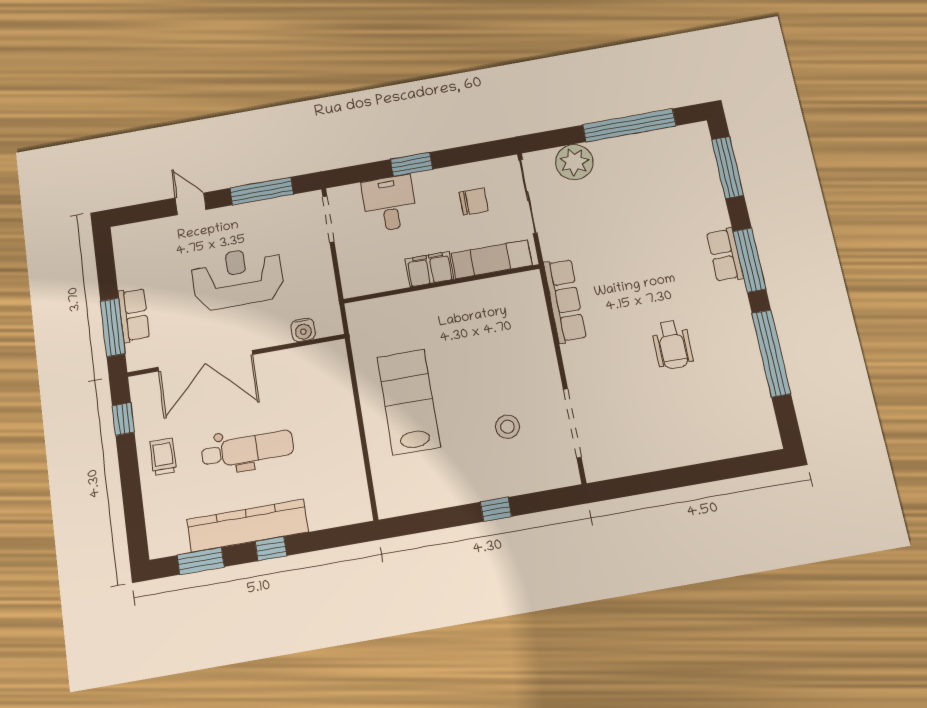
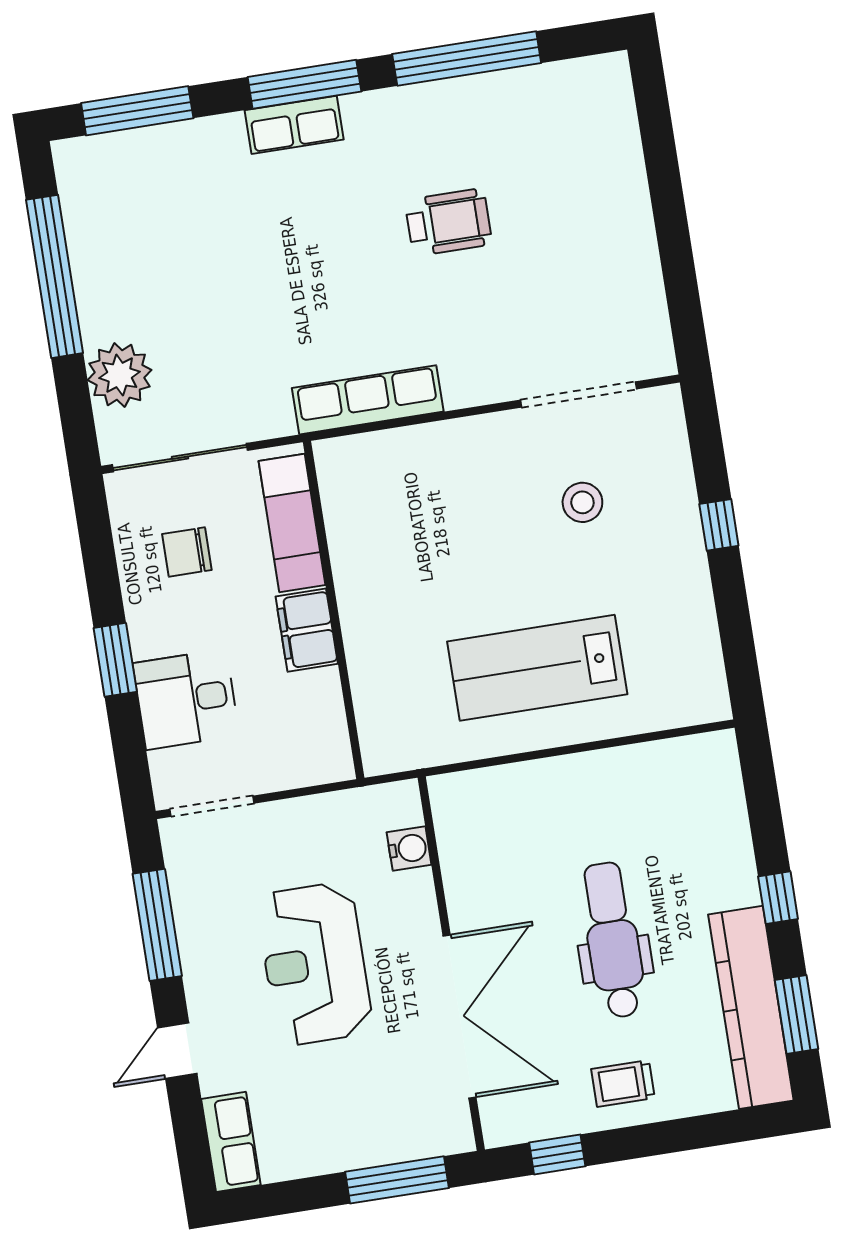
chair: (474, 202) -> (187, 552), turned -90
row of seats: (134, 315) -> (231, 1142), moved, turned 90
kitchen counter: (247, 526) -> (751, 1007), moved

